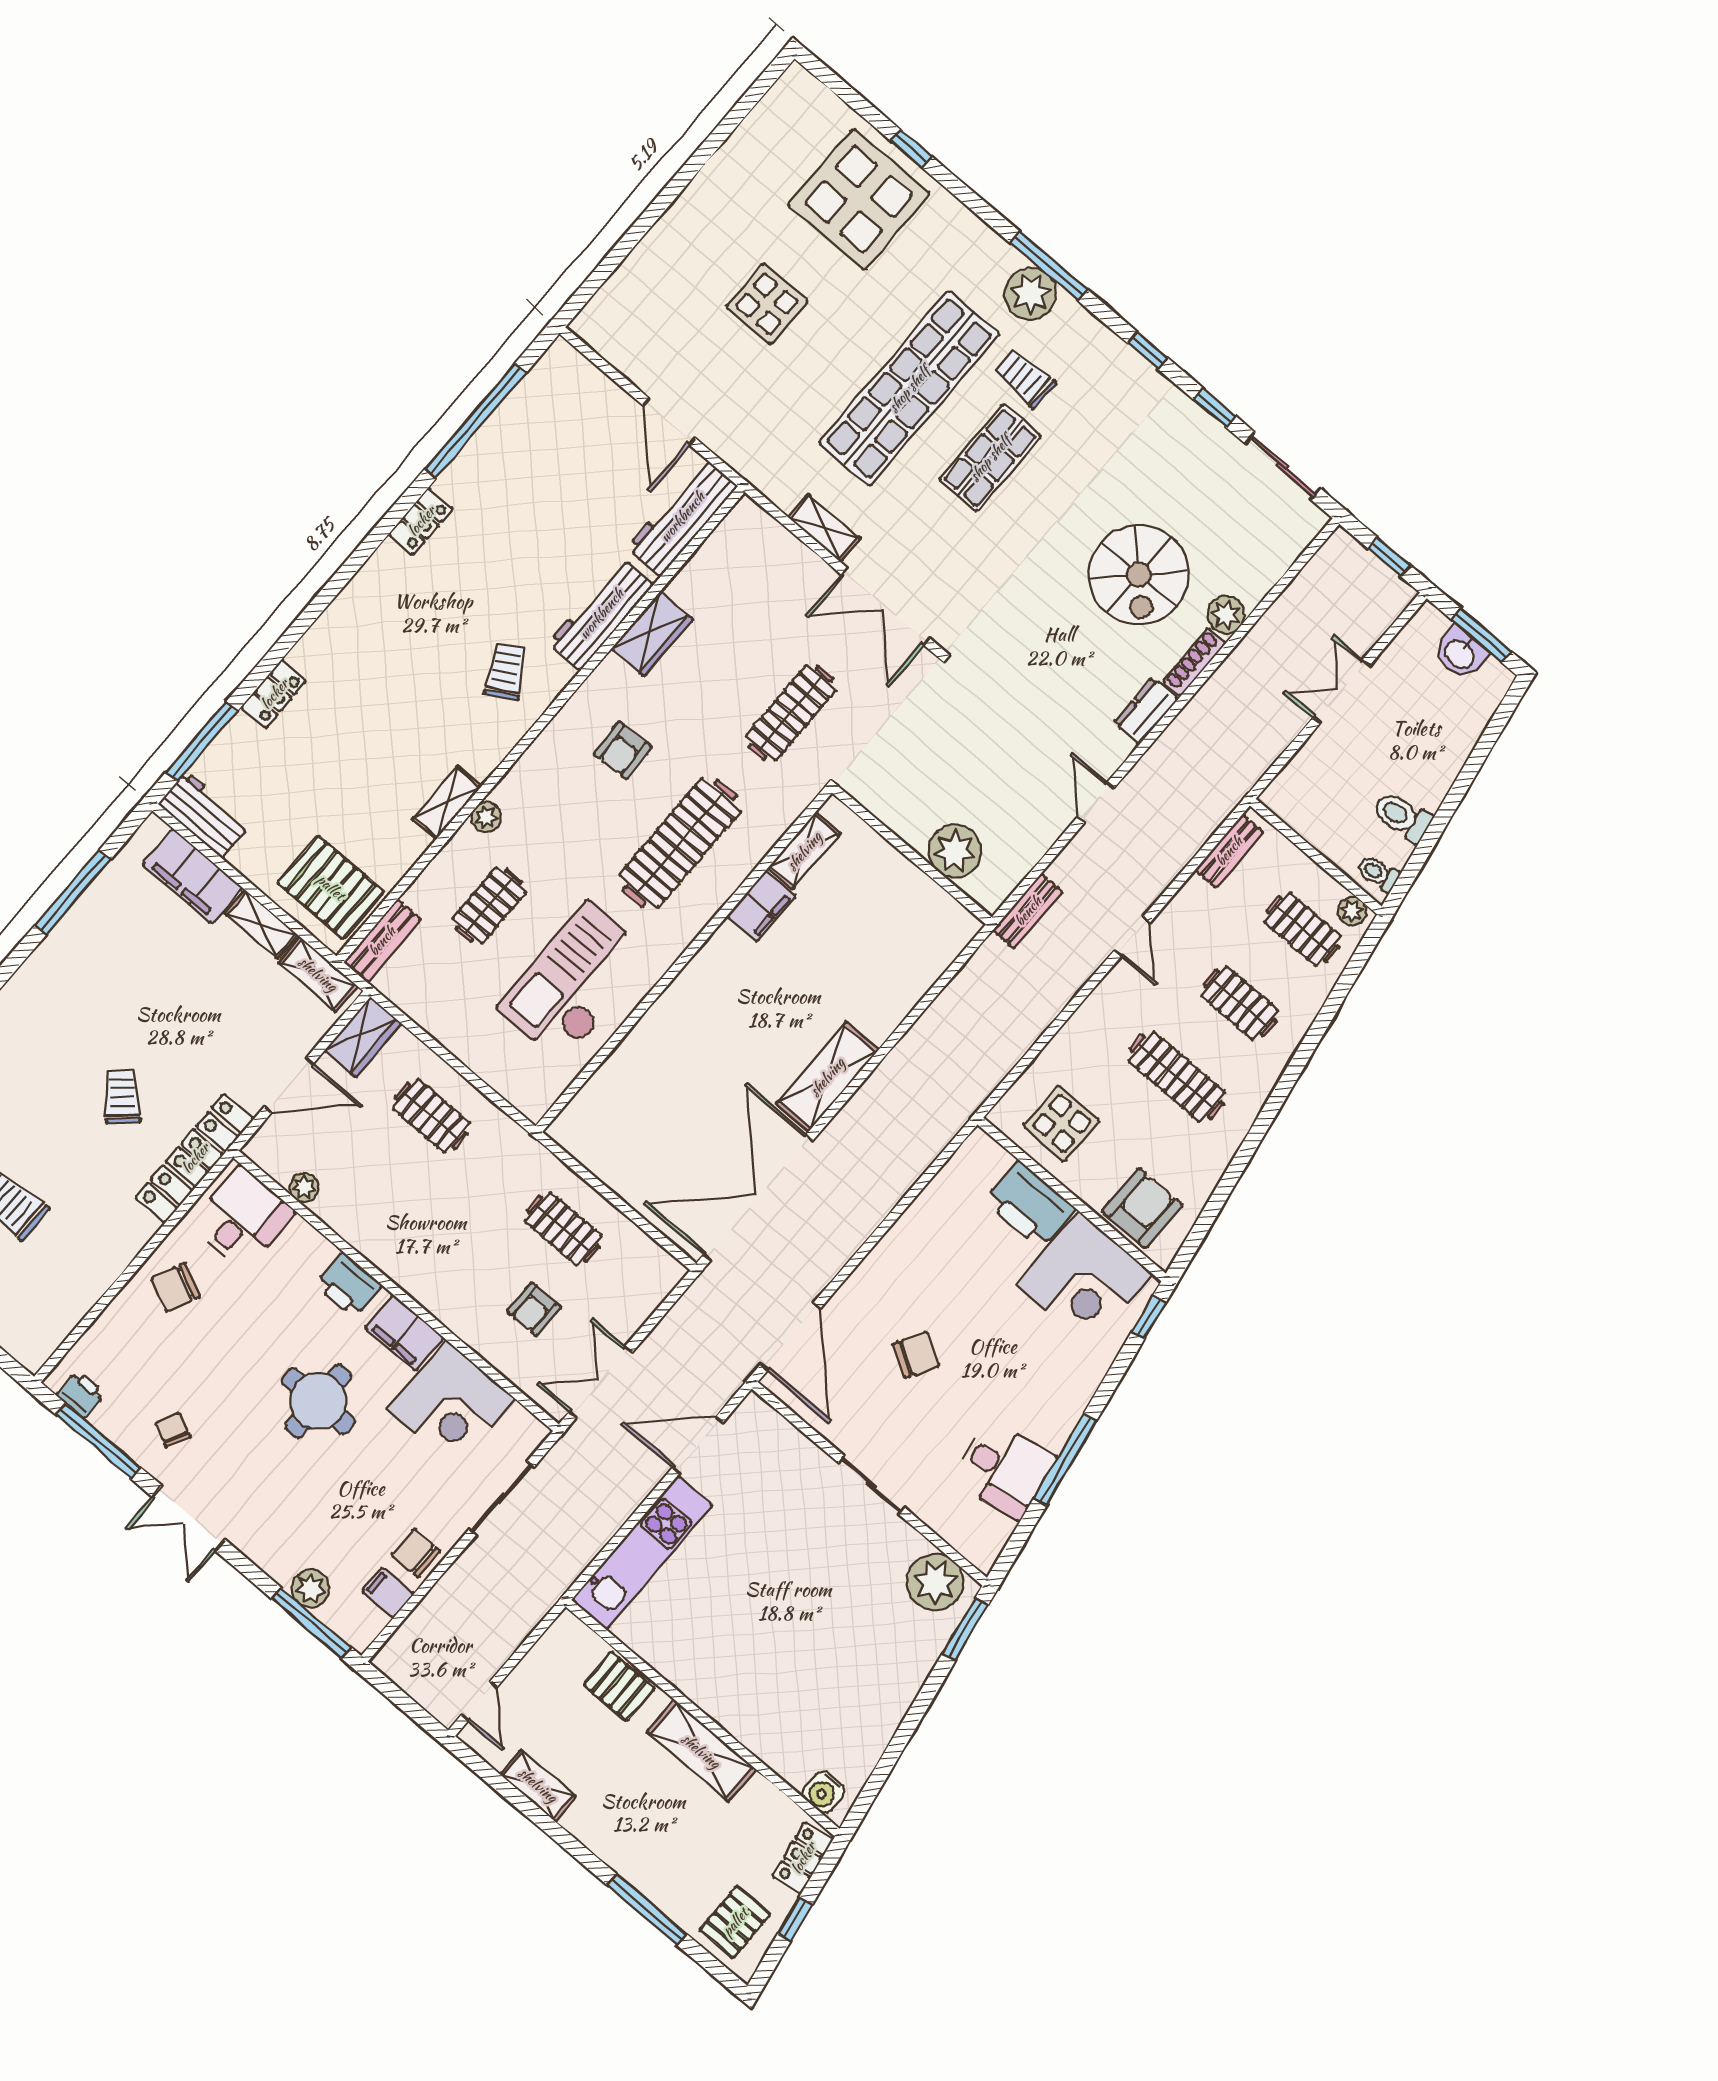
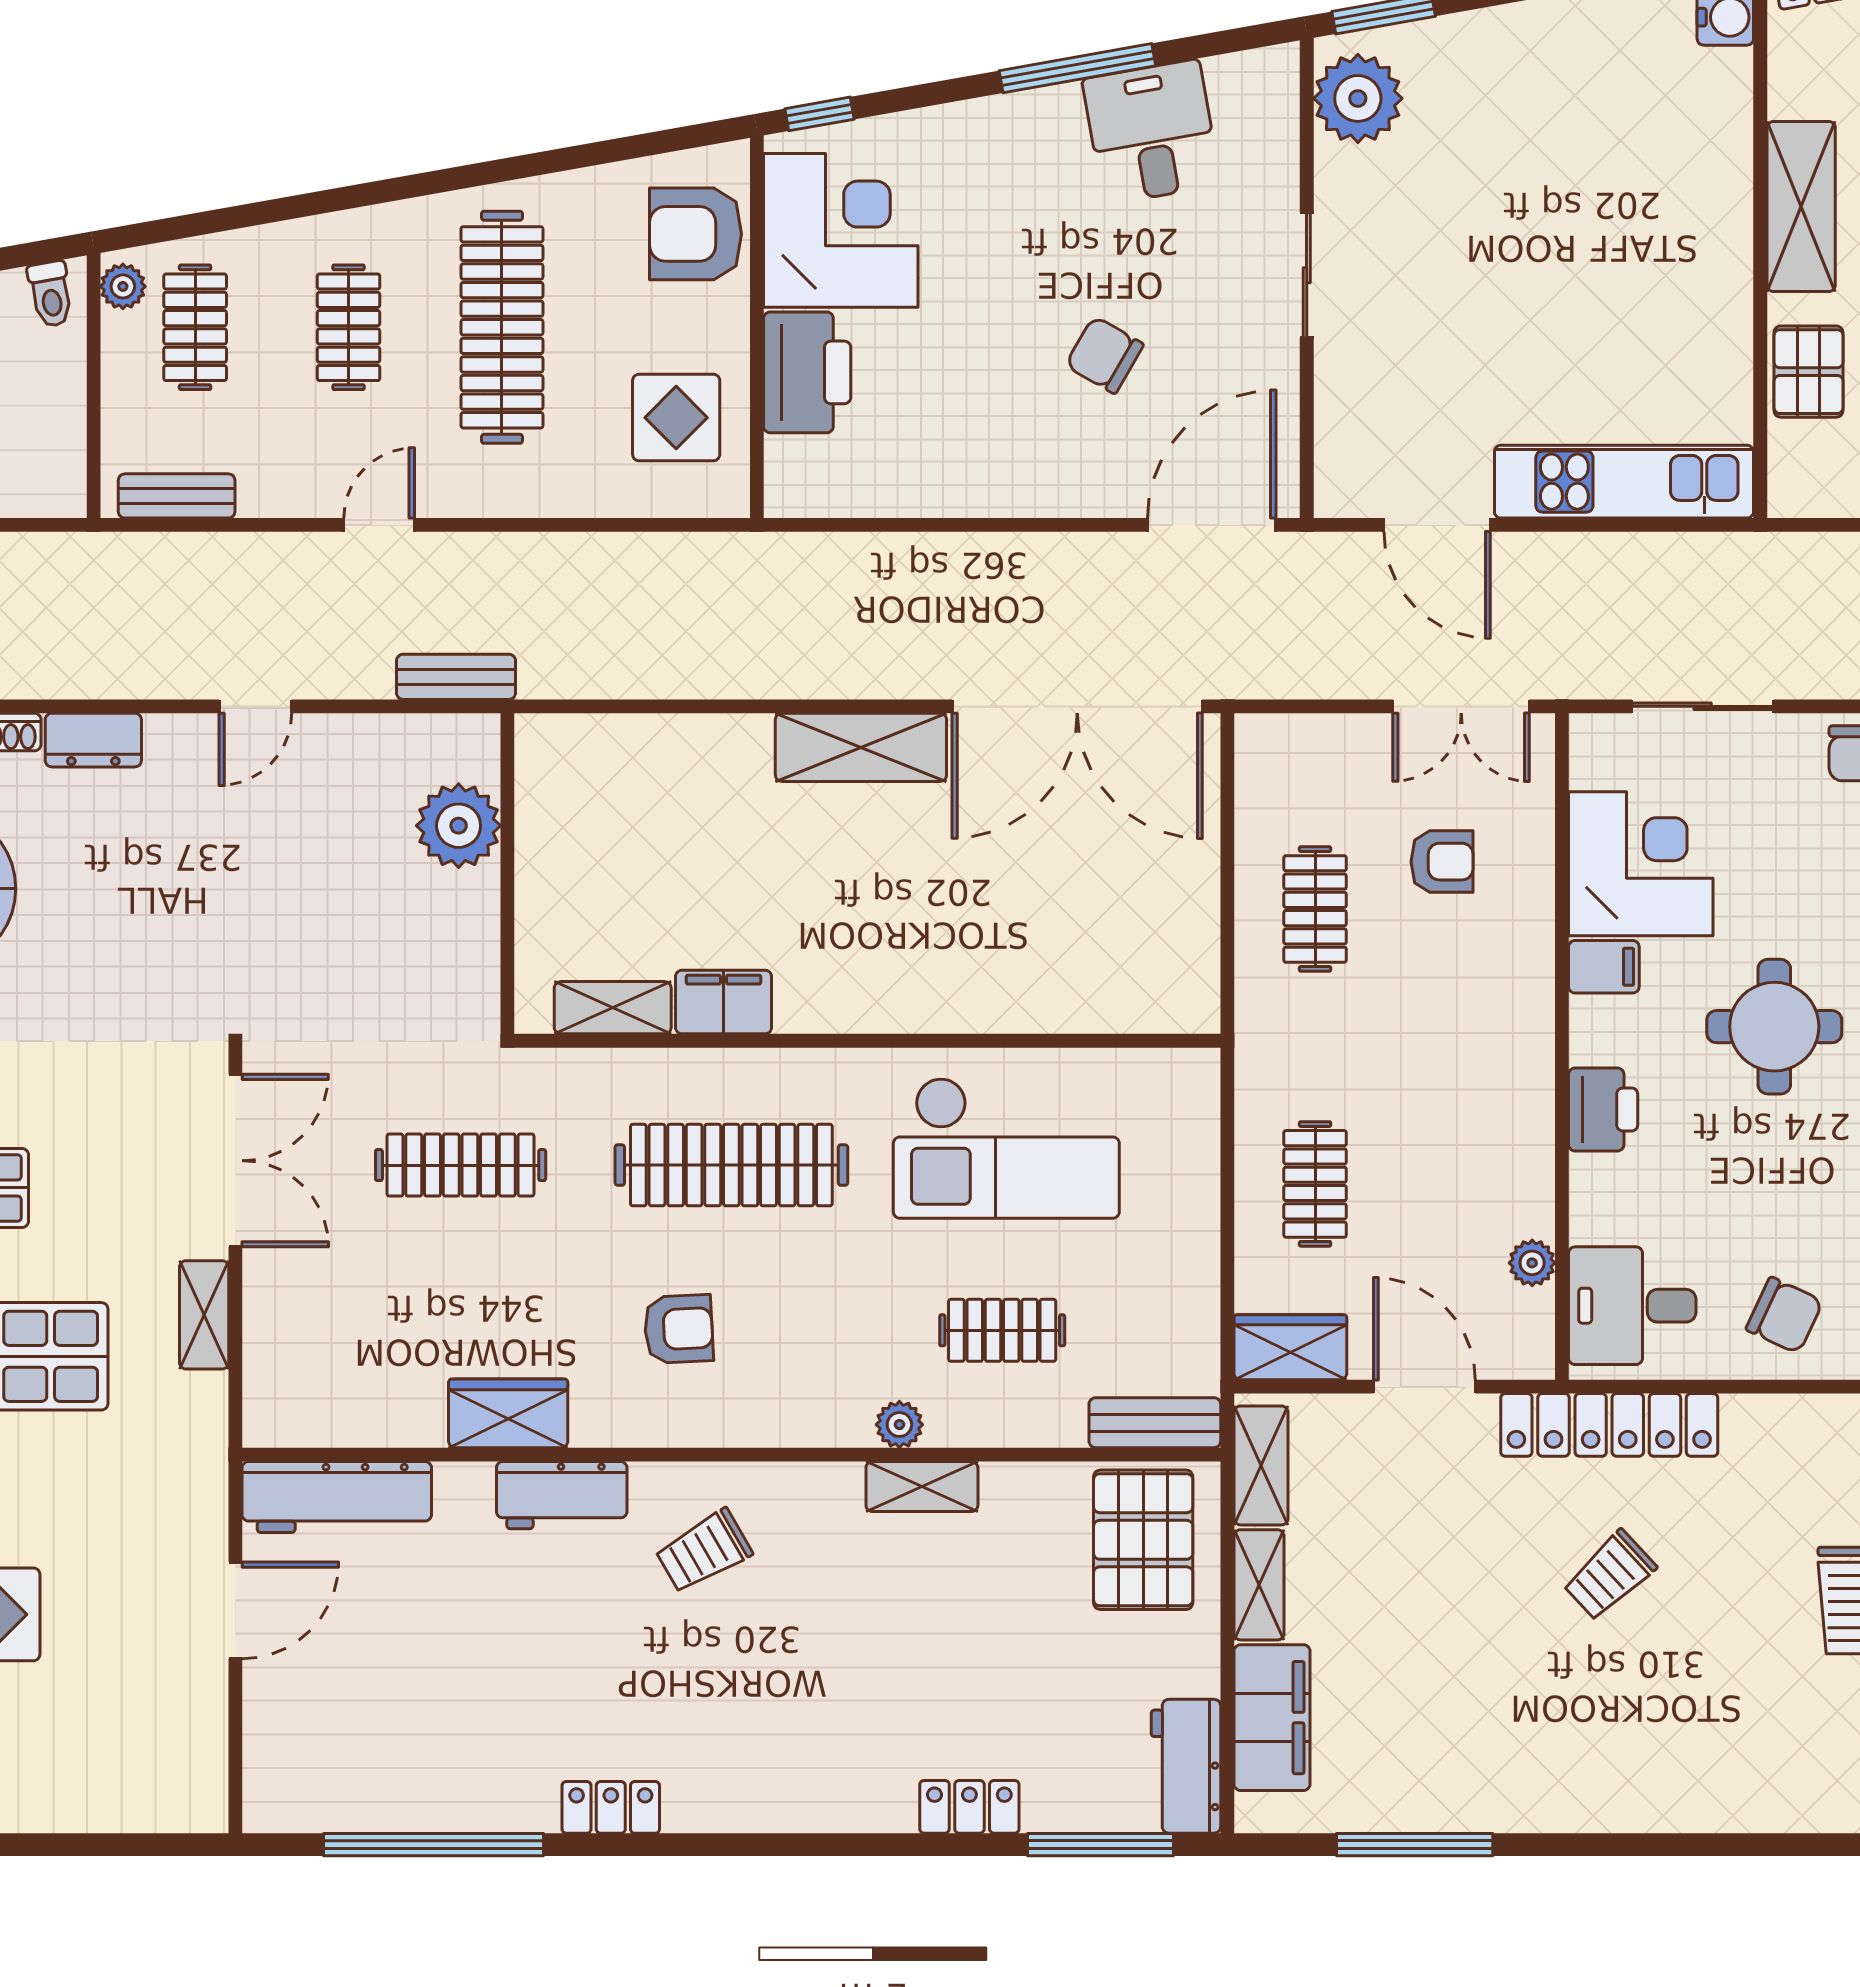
workbench: (601, 614) -> (562, 1495), width x0.73
clothes rail: (1177, 1077) -> (502, 327), width x1.37, depth x1.31
filing cabinet: (404, 1333) -> (1604, 967), width x0.50

